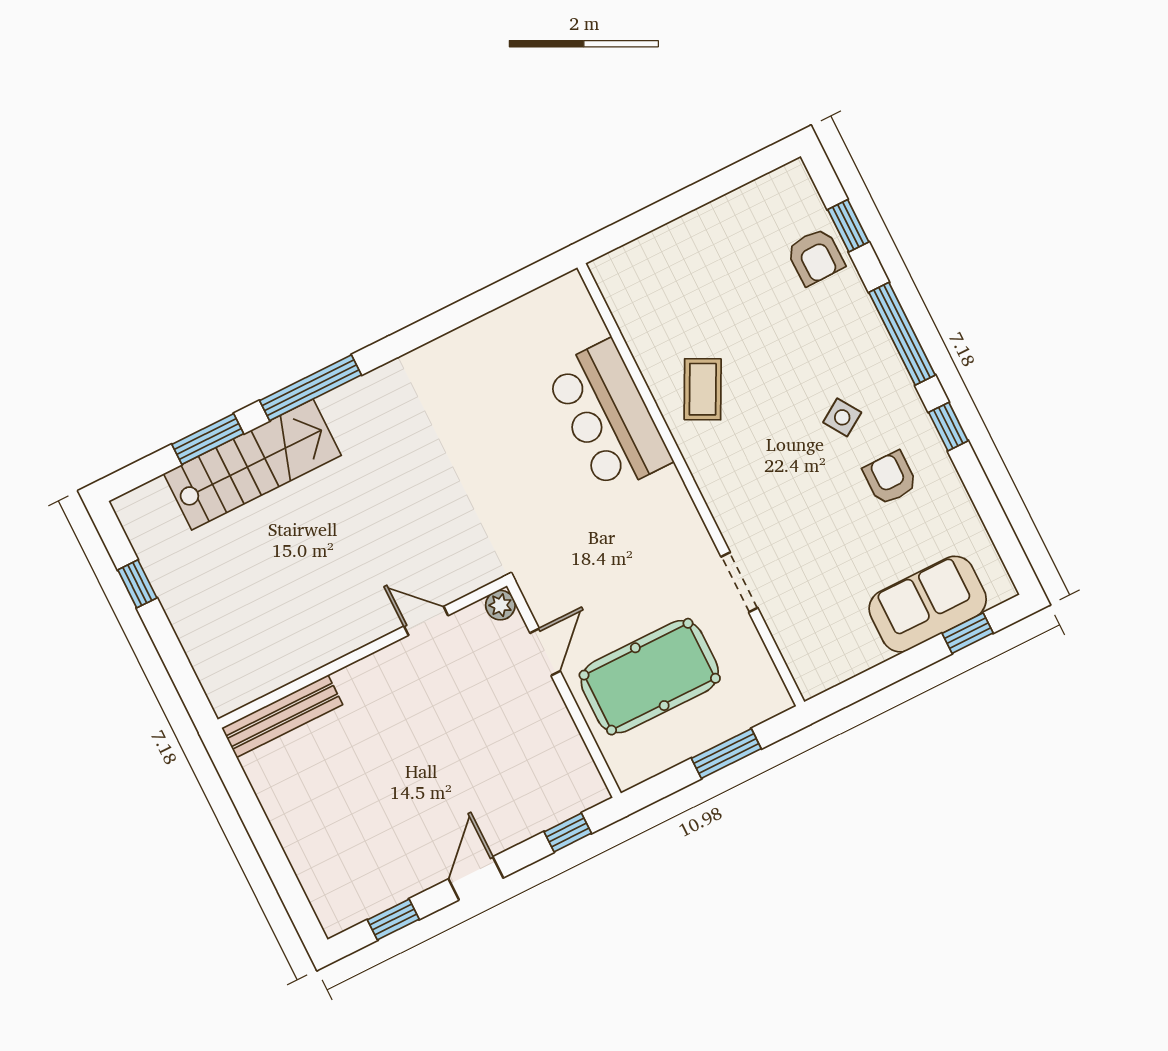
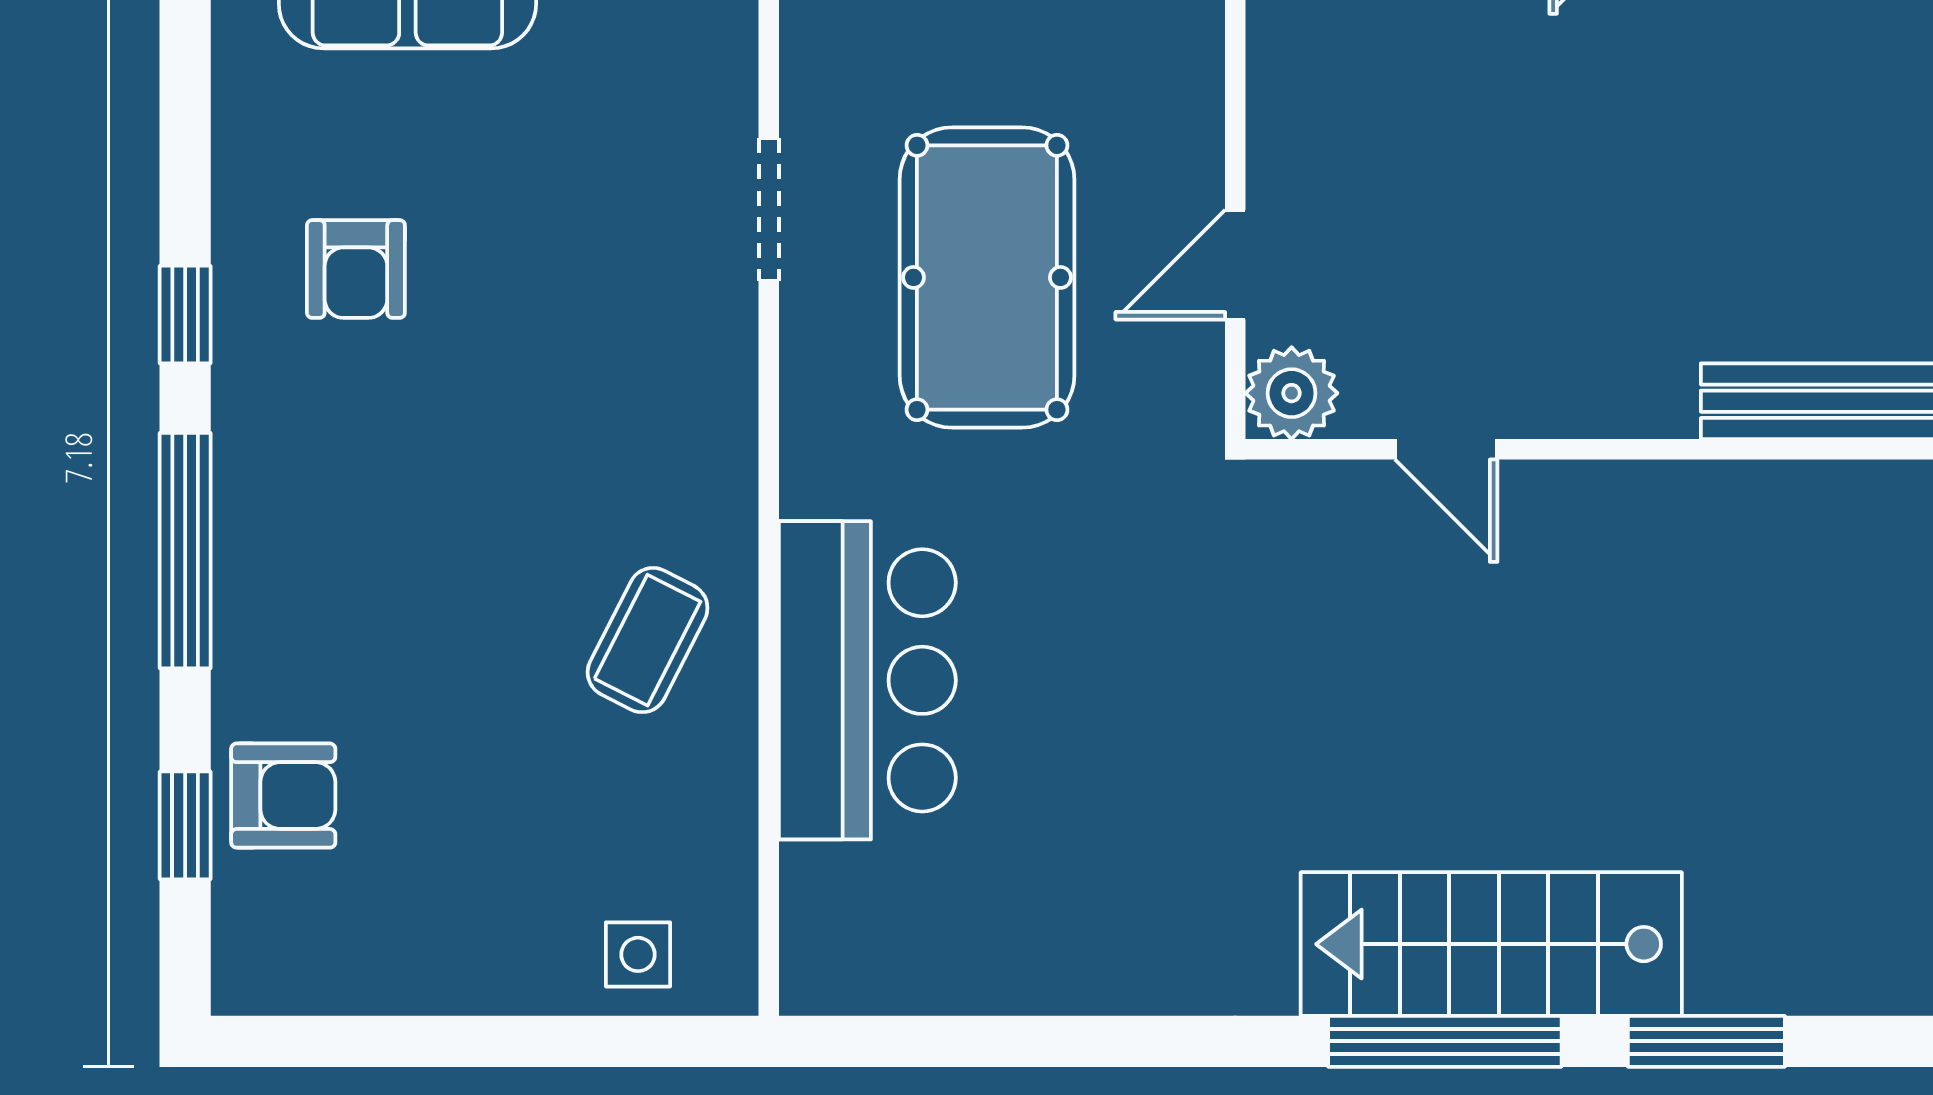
armchair: (815, 257) -> (283, 796), turned 91
side table: (842, 417) -> (638, 954), moved, turned 33
stairs: (252, 465) -> (1491, 944), moved
plant: (500, 605) -> (1292, 393), width x1.38, depth x1.38
pool table: (650, 677) -> (987, 277), moved, turned 90

